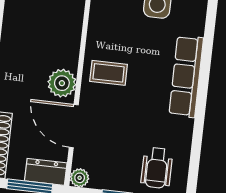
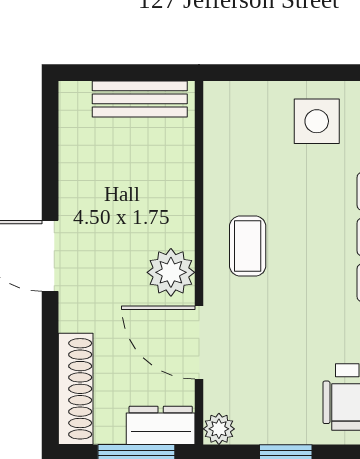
coffee table: (109, 73) -> (248, 246), turned 90

